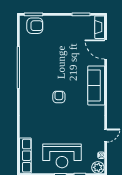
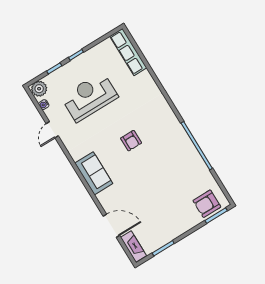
sofa: (96, 85) -> (94, 173), width x0.73
reception desk: (62, 156) -> (89, 97), moved

